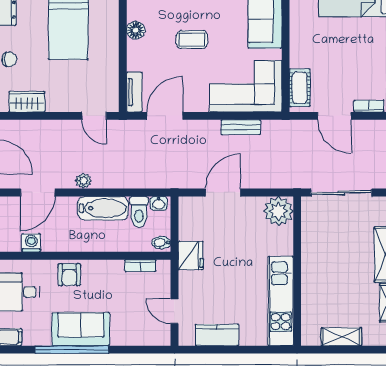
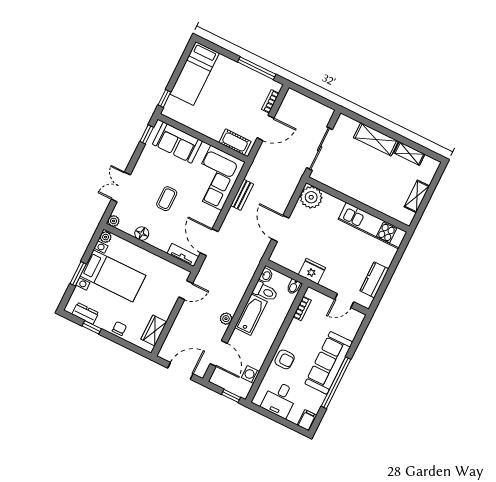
sofa: (81, 329) -> (329, 363), width x1.36

